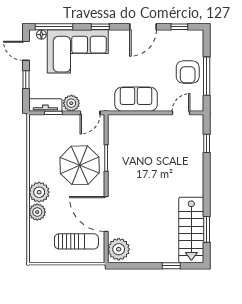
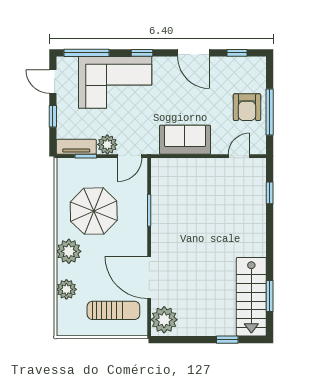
door: (143, 27) -> (193, 53), hinge flipped
floor lamp: (41, 35) -> (71, 62), removed
parasol: (80, 165) -> (94, 211), moved
plant: (37, 212) -> (66, 289), moved

